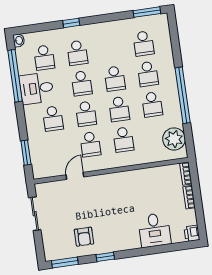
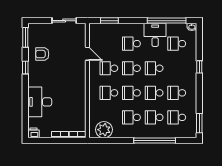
school desk: (77, 53) -> (177, 93), moved
window: (183, 95) -> (155, 141), moved
desk: (154, 230) -> (40, 102), width x1.37

